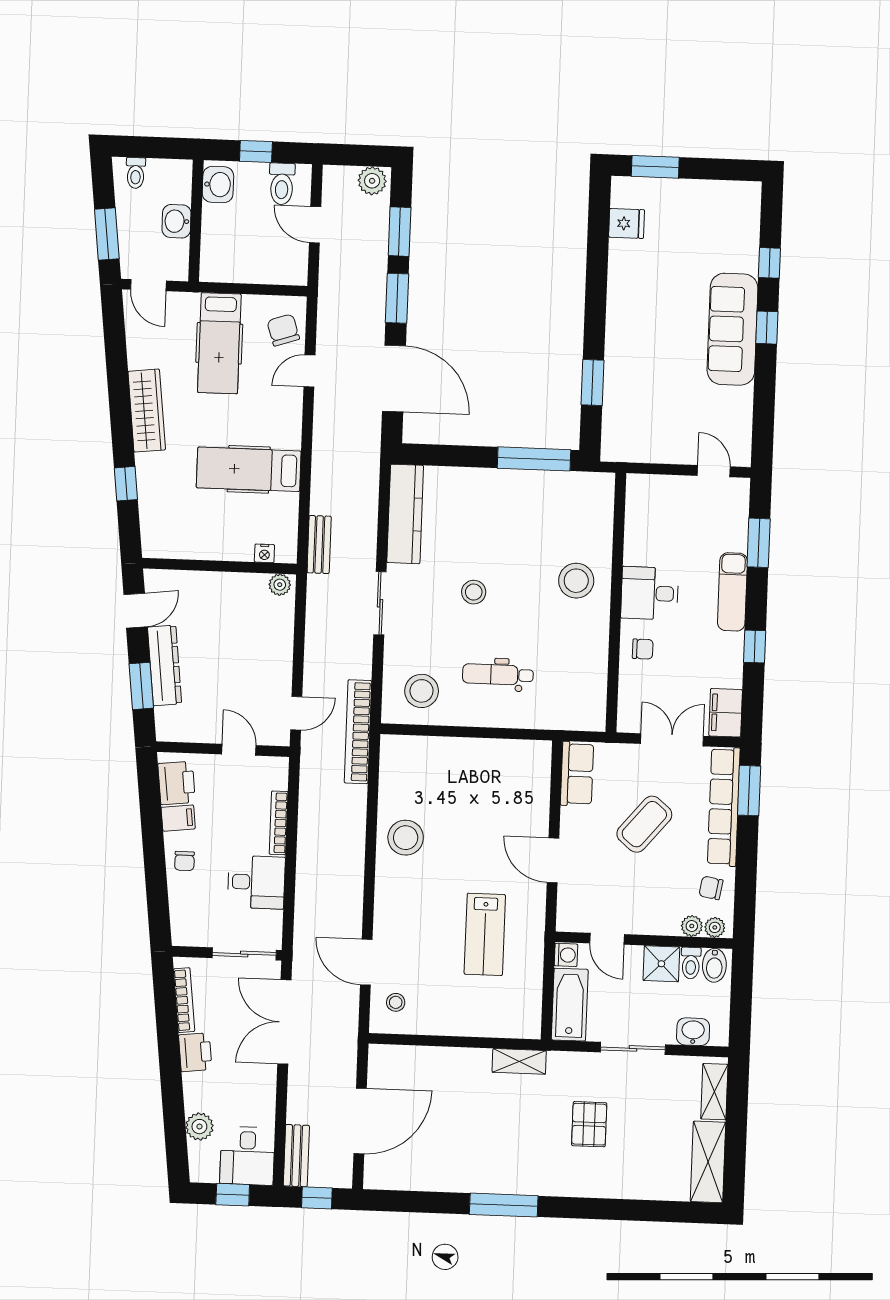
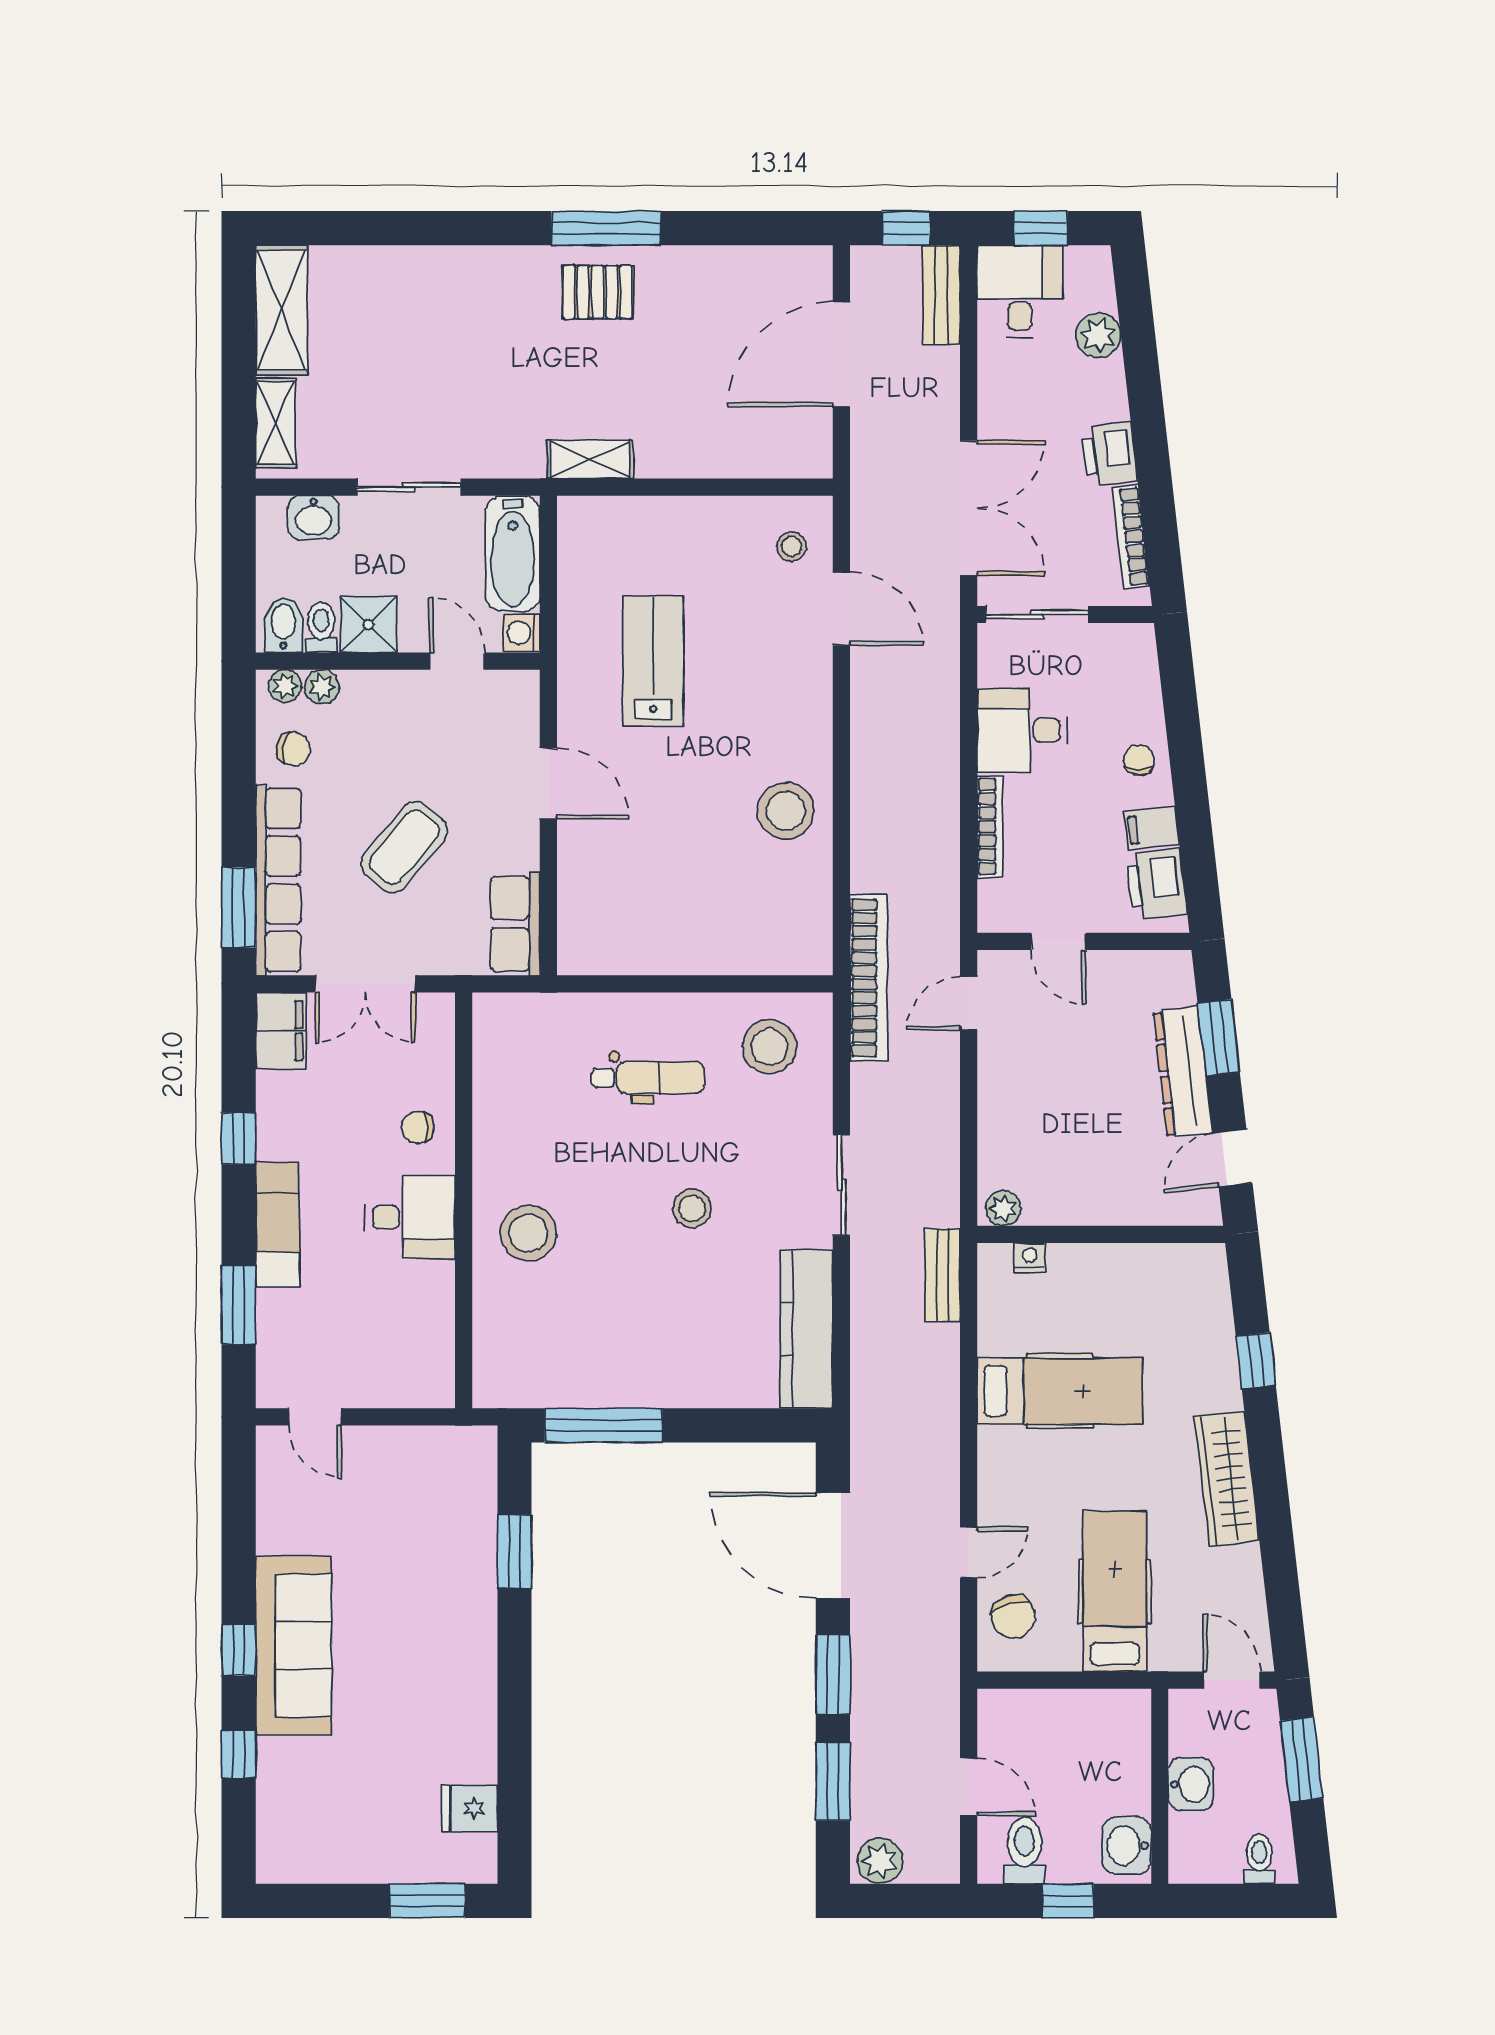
pallet: (589, 1124) -> (597, 292), moved, turned 90

